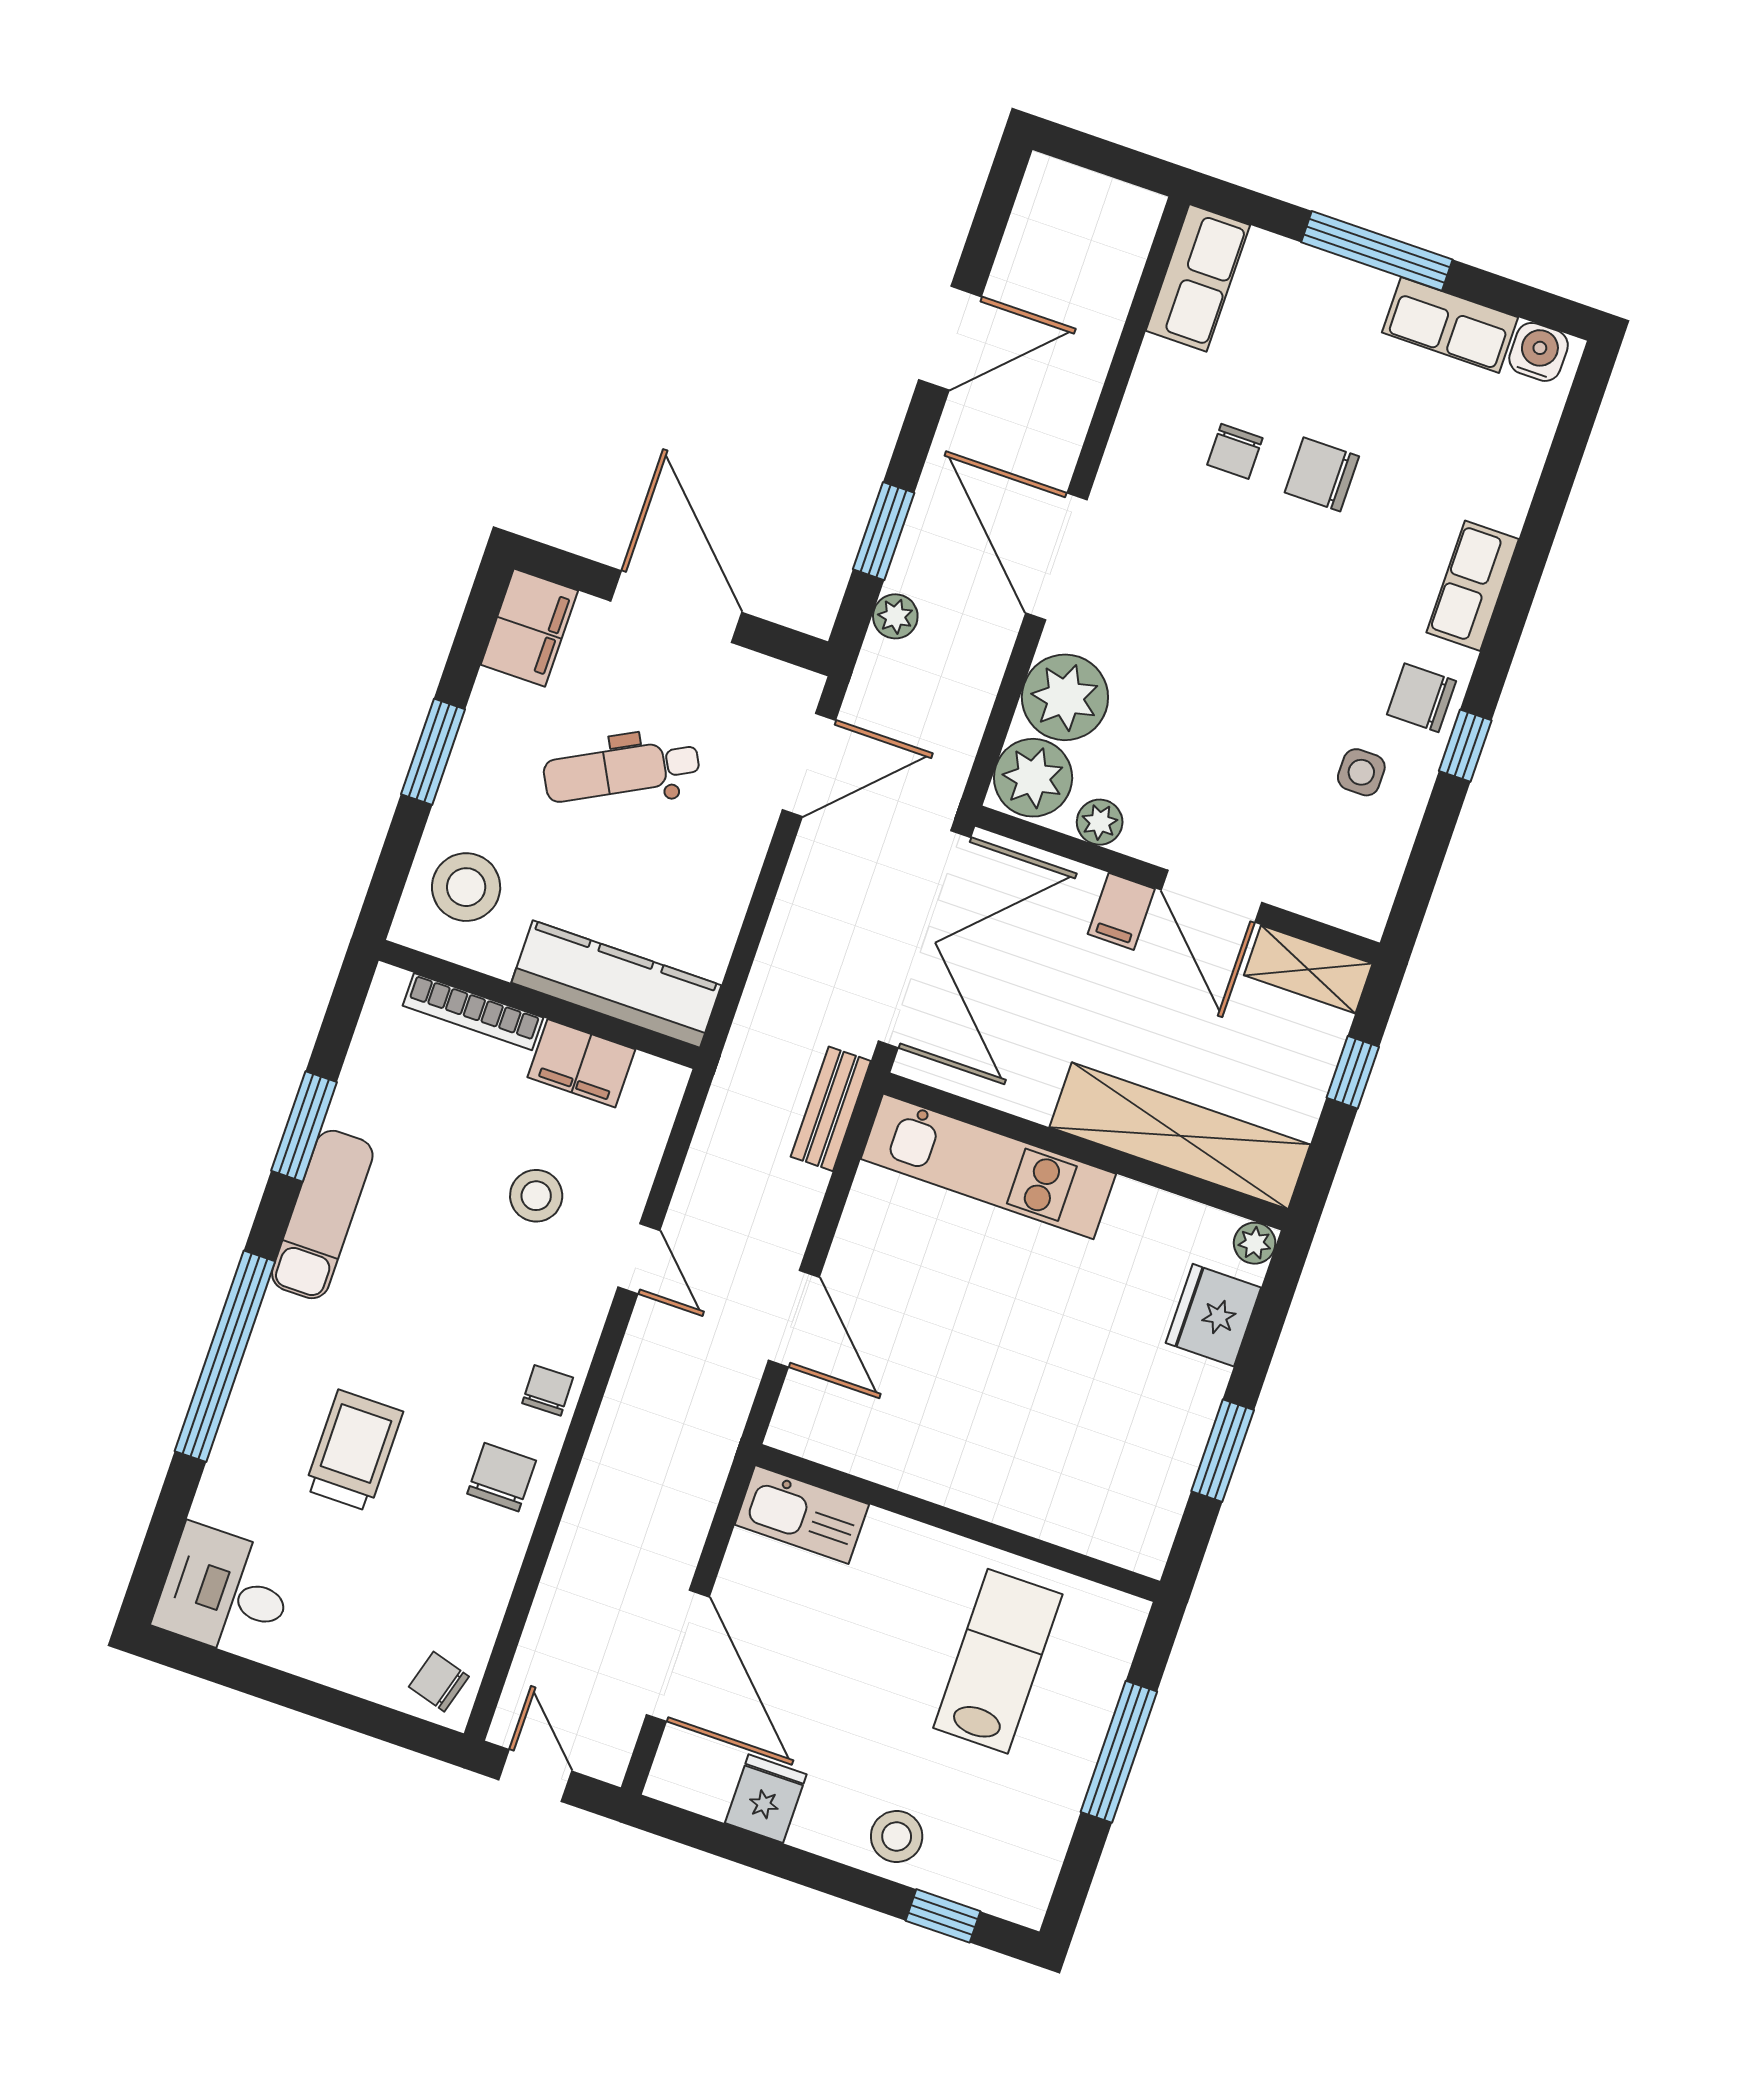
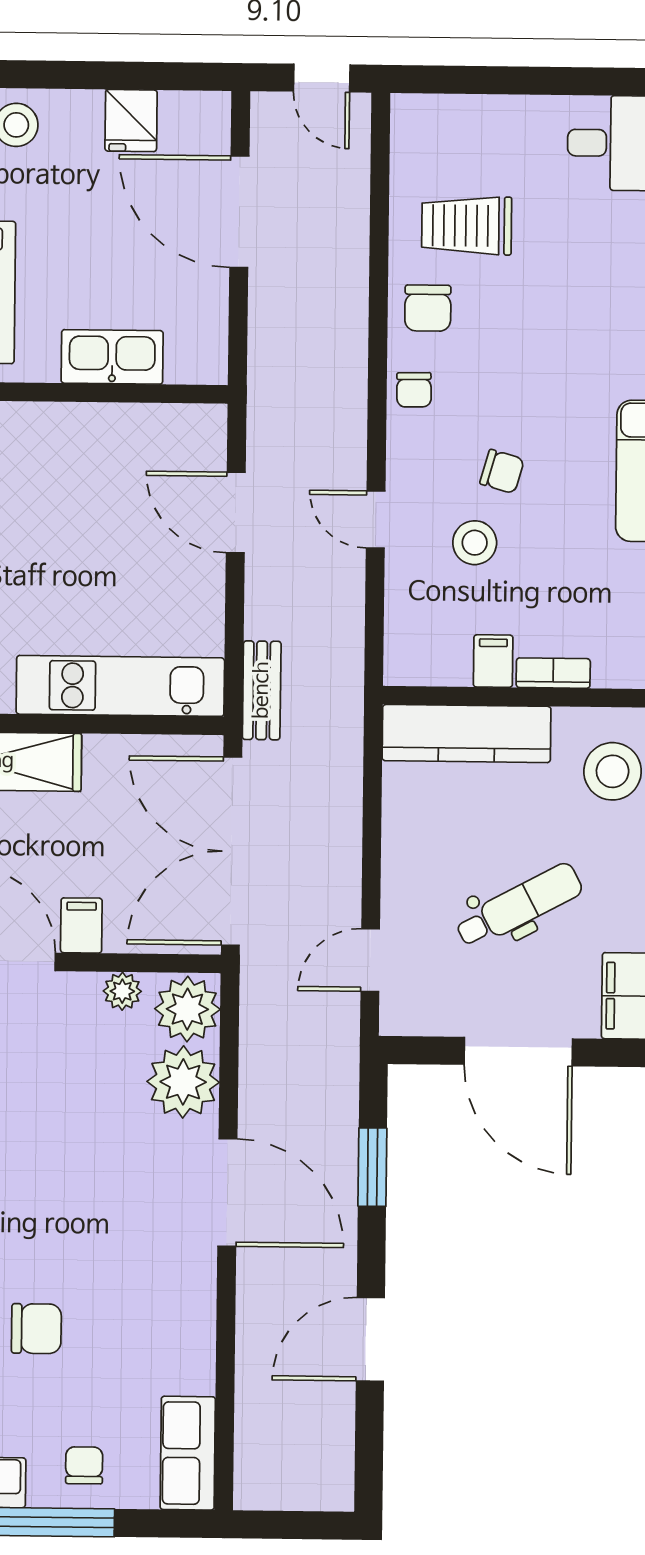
chair: (1235, 451) -> (84, 1465), moved
plant: (895, 616) -> (340, 1102), removed
door: (809, 765) -> (370, 960), width x0.73
bookcase: (473, 1012) -> (553, 673), width x0.64
filing cabinet: (581, 1063) -> (493, 661), width x0.50
trolley: (354, 1450) -> (467, 226), moved, turned 90
kitchen sink: (802, 1515) -> (112, 357), moved
chair: (439, 1682) -> (502, 471), moved

